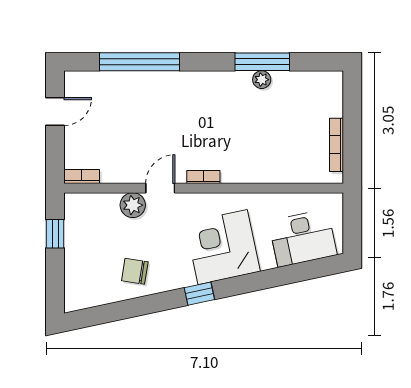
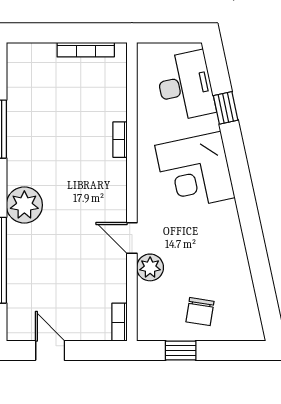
plant: (262, 80) -> (24, 205), moved, width x1.88, depth x1.88
bookcase: (203, 177) -> (120, 140), moved
chair: (135, 271) -> (200, 312), moved
window: (199, 294) -> (226, 108), moved

